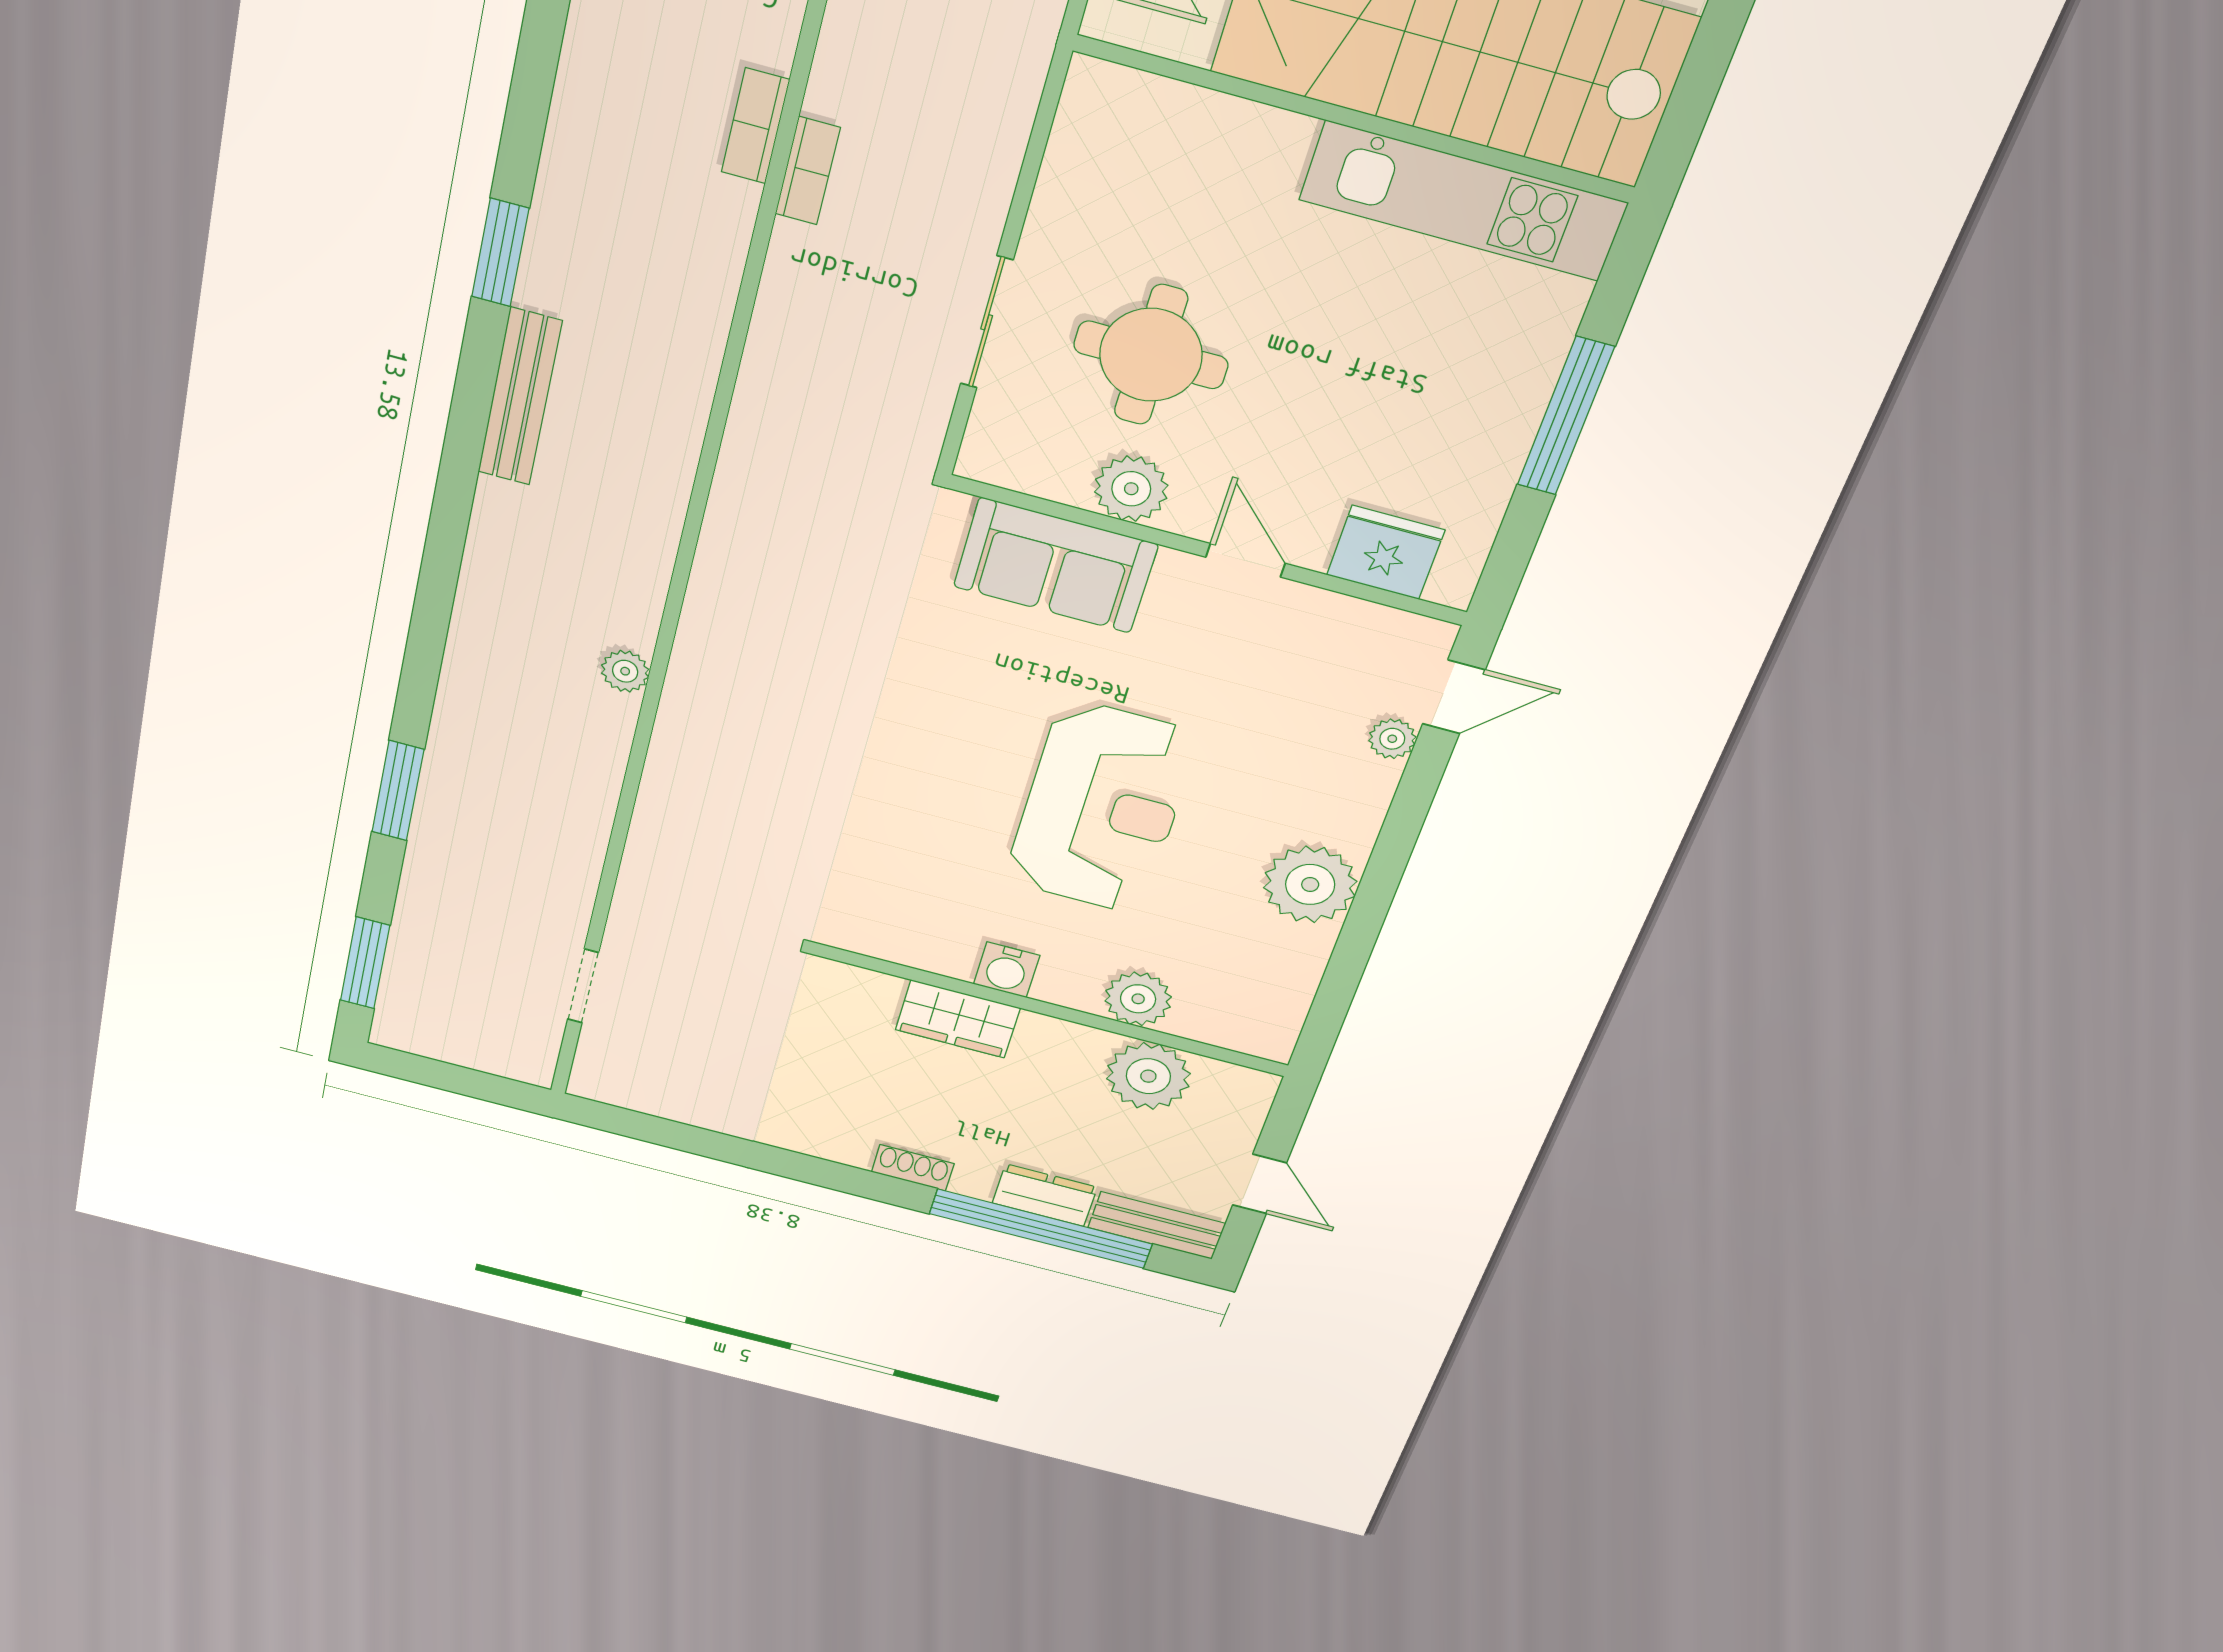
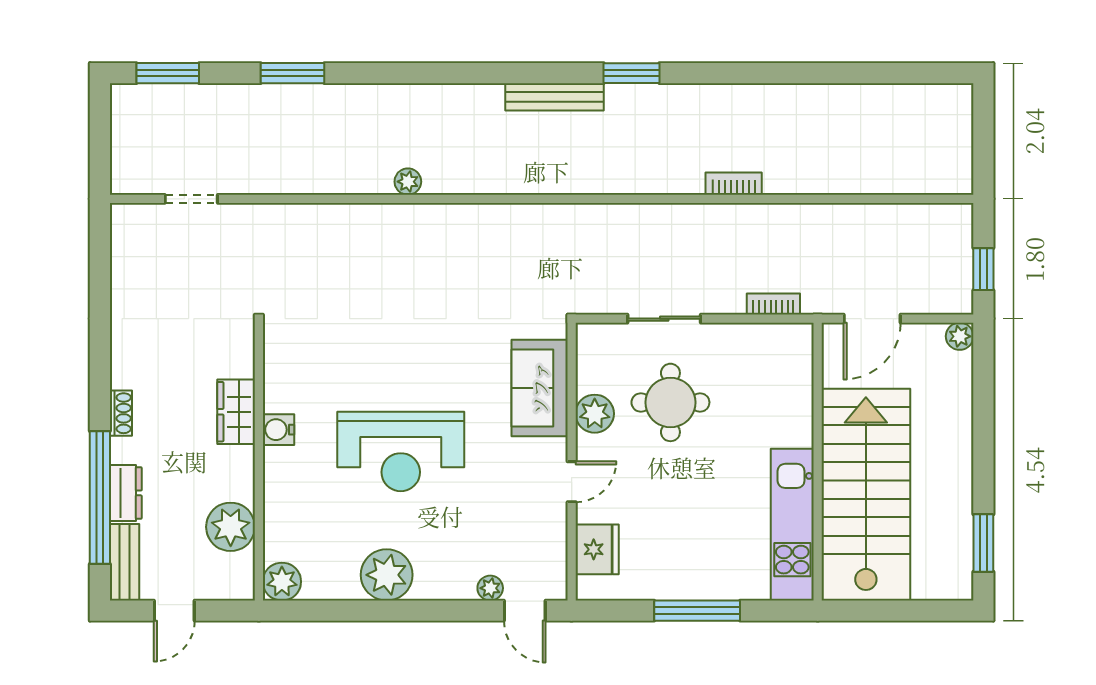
bookcase: (808, 171) -> (773, 304), moved, turned 180
plant: (1138, 999) -> (282, 582), moved

